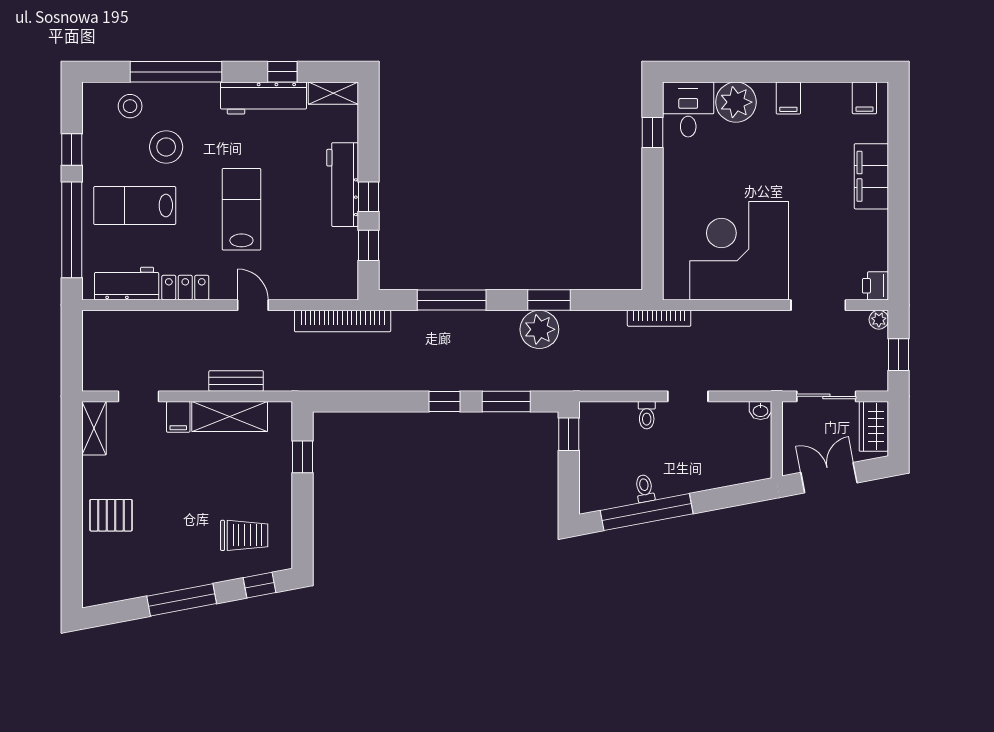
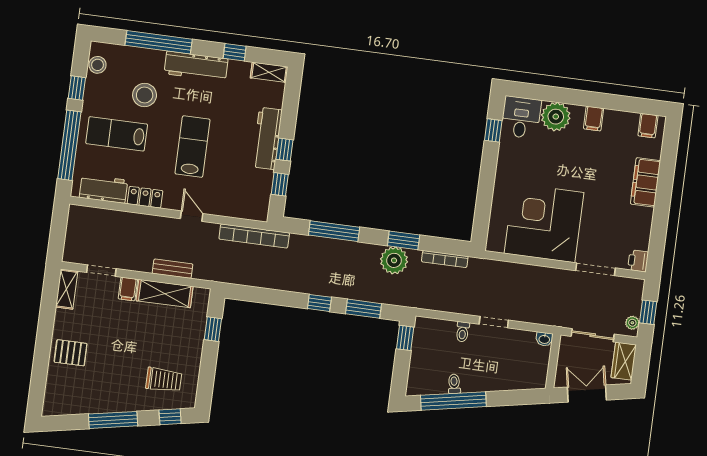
workbench: (263, 98) -> (196, 66), moved
stool: (130, 106) -> (98, 65), moved
bookcase: (659, 318) -> (445, 259), moved
plant: (879, 320) -> (632, 323), moved

